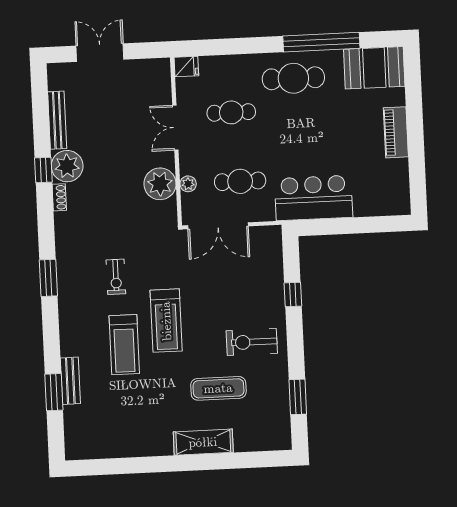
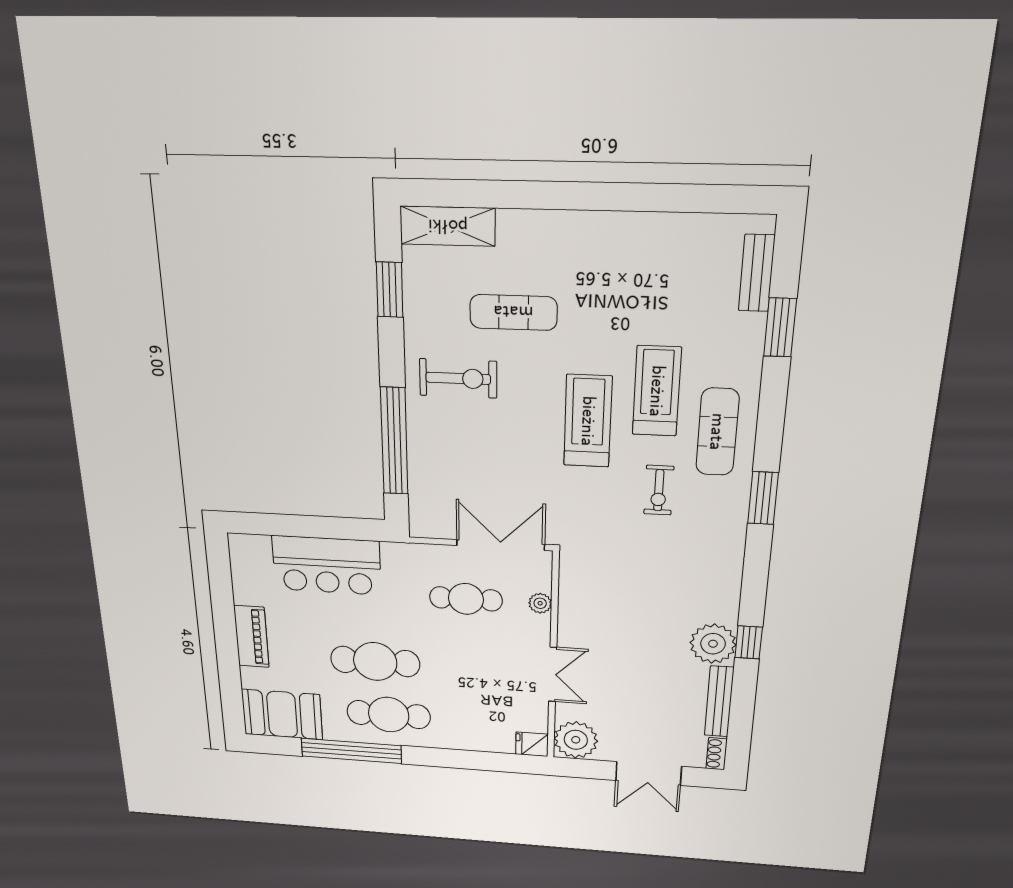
cafe table: (231, 112) -> (375, 662), moved, width x1.37, depth x1.35
plant: (160, 184) -> (576, 740), moved
shoe rack: (59, 197) -> (717, 754), moved
bar counter: (314, 198) -> (327, 565), moved
exercise bike: (116, 277) -> (659, 490), turned 180
window: (293, 295) -> (394, 441), width x3.17
exercise mat: (83, 321) -> (717, 432), added
bench: (70, 381) -> (757, 273), moved
shelving: (203, 442) -> (448, 226), moved

